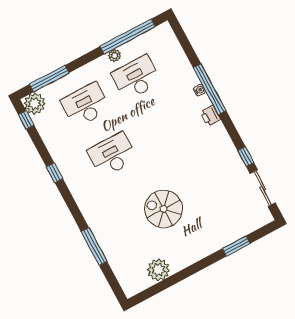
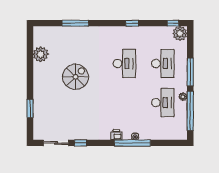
window: (49, 79) -> (190, 72), moved

